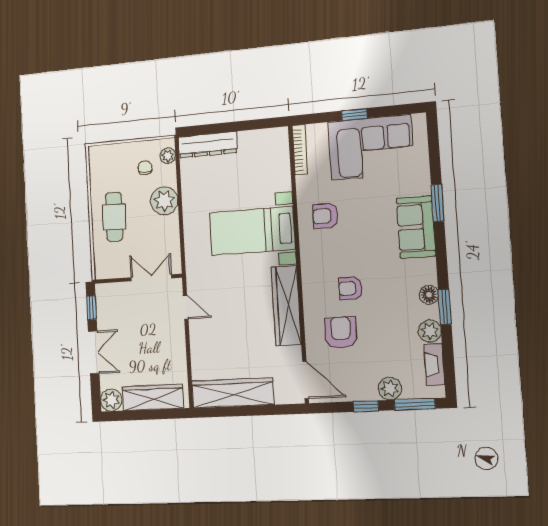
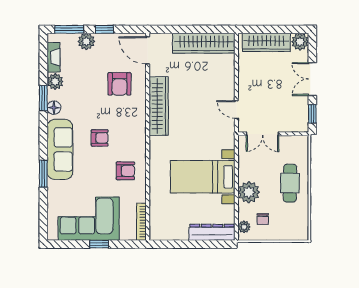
sofa: (416, 227) -> (60, 149), width x1.36
bed with nightstands: (252, 231) -> (203, 177), moved, turned 180
armchair: (350, 288) -> (100, 138), moved

